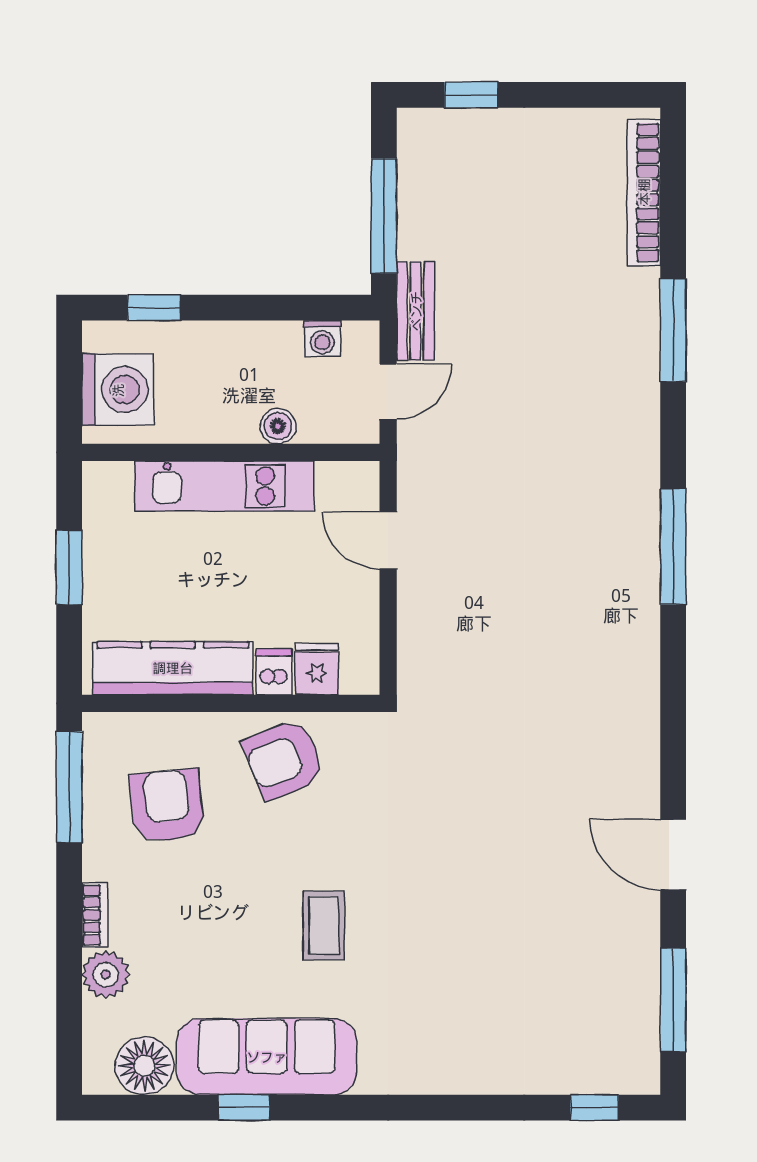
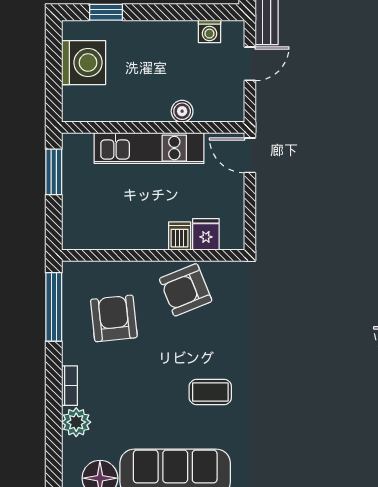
boiler: (278, 426) -> (182, 111), moved
wall: (231, 452) -> (153, 127), moved
kitchen unit: (224, 486) -> (149, 148), moved
kitchen counter: (173, 668) -> (117, 234), removed
coffee table: (324, 925) -> (210, 392), turned 90

